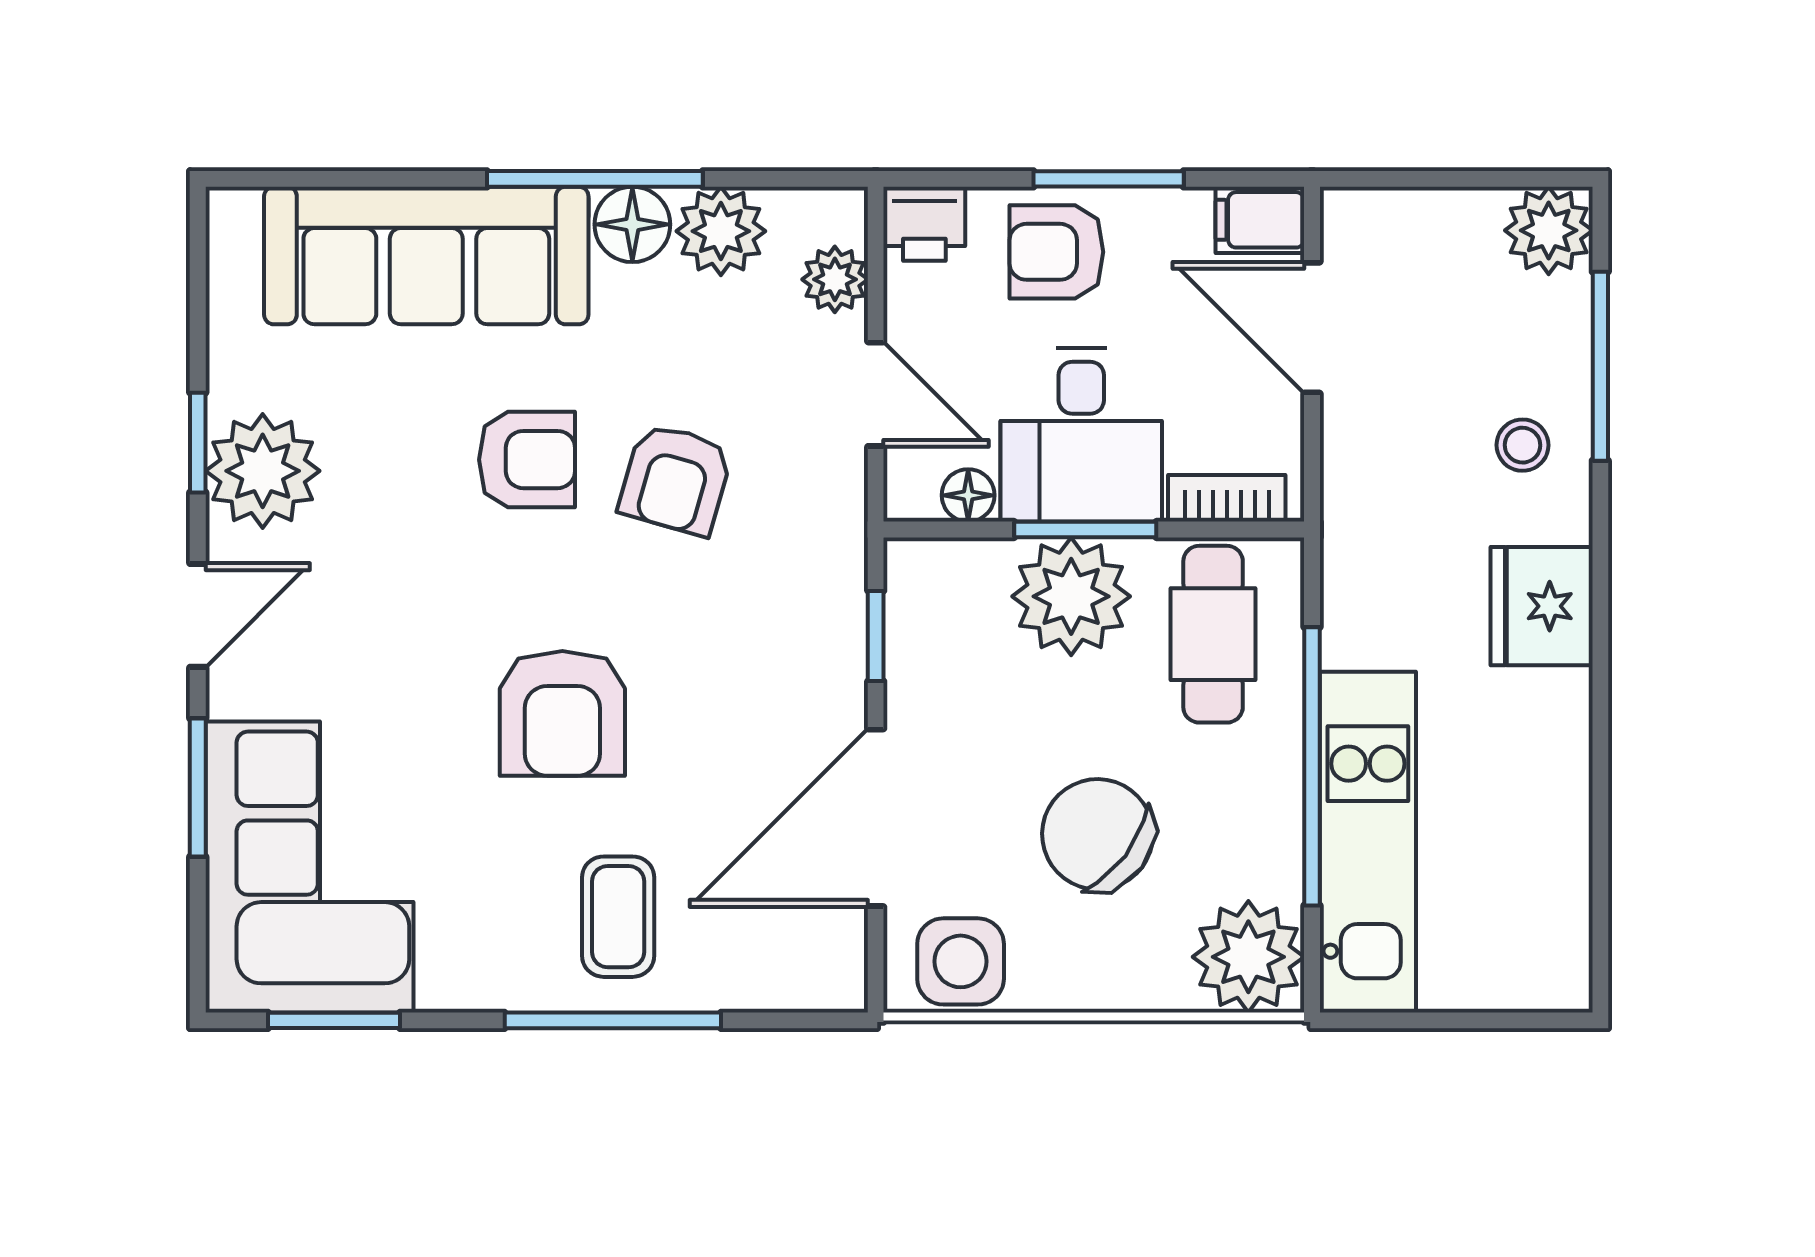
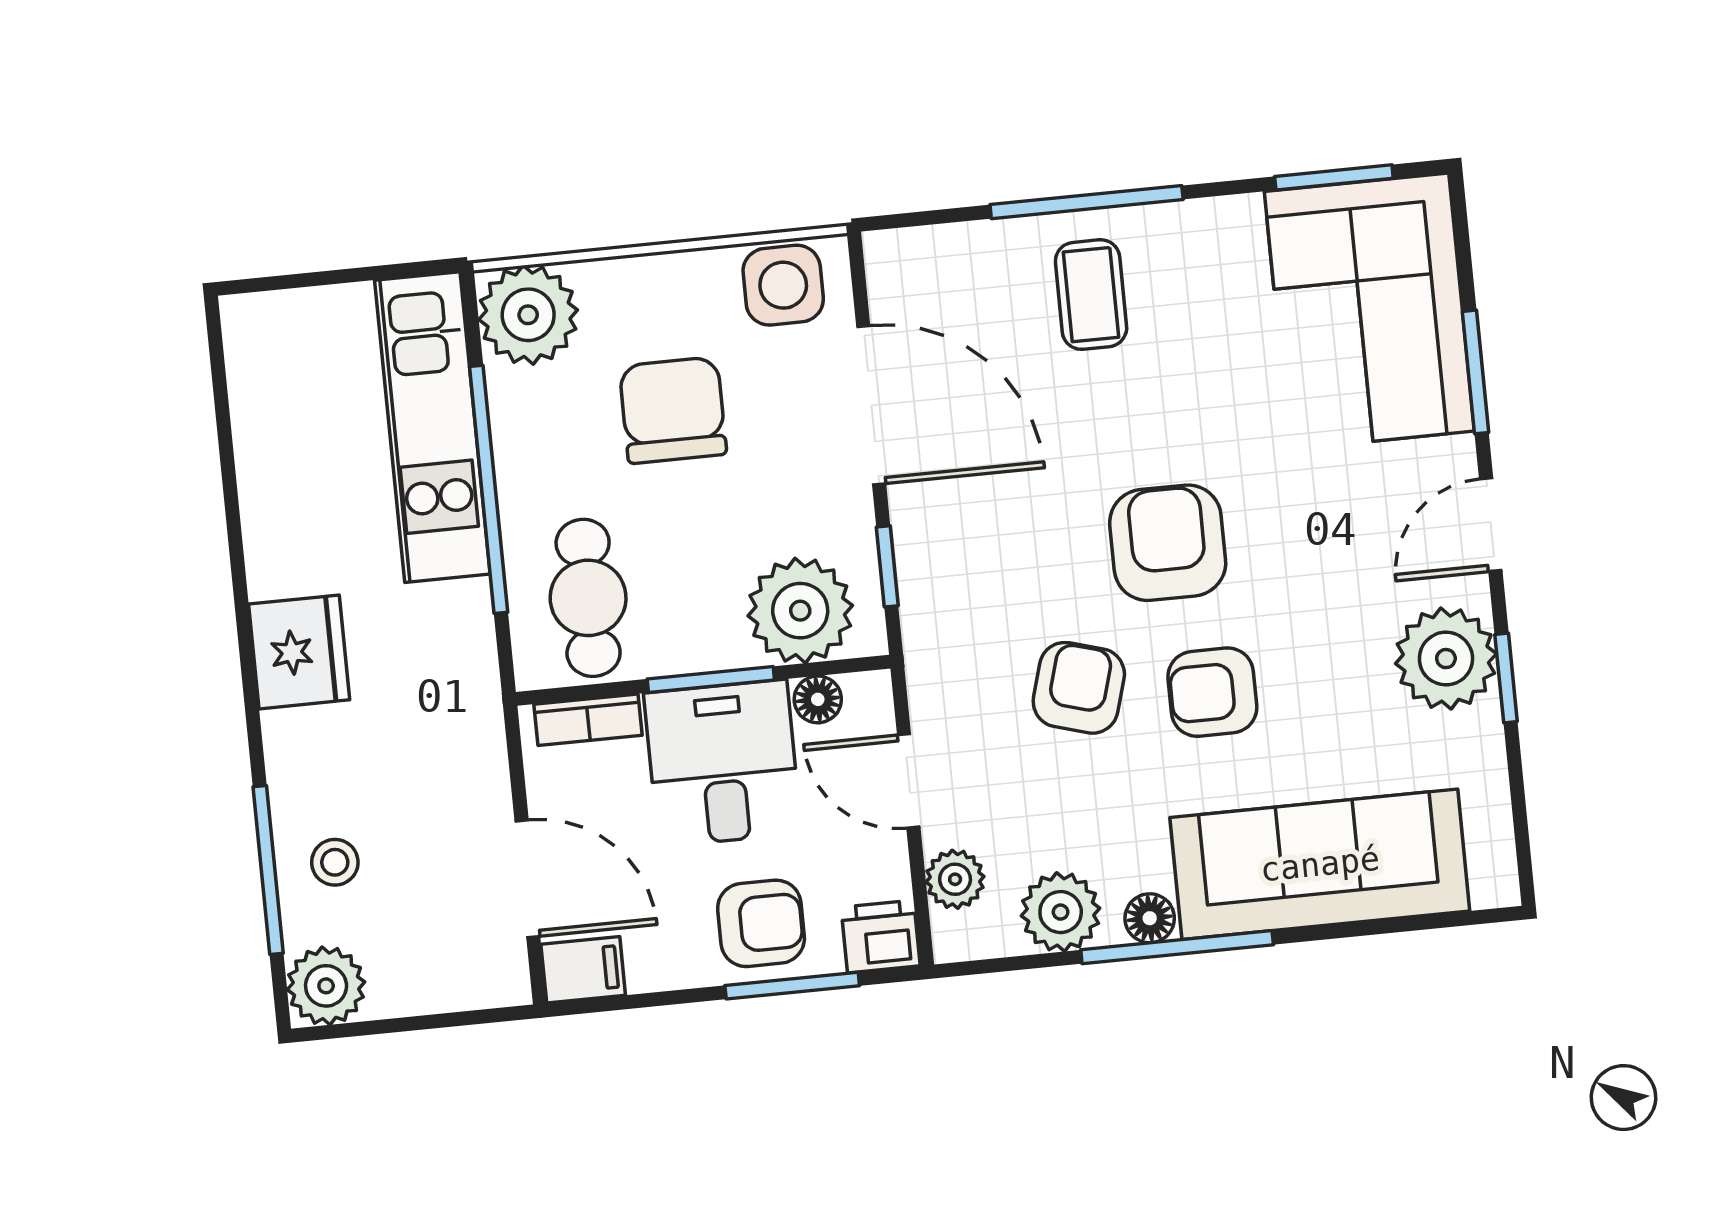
window: (1109, 179) -> (792, 986), moved
floor lamp: (632, 224) -> (1150, 918), width x0.73, depth x0.73
stool: (1522, 445) -> (335, 862), moved
plant: (1071, 596) -> (800, 611), moved
armchair: (562, 713) -> (1168, 543), moved
door: (876, 818) -> (871, 405), hinge flipped
chair: (1098, 834) -> (673, 410), turned -127

